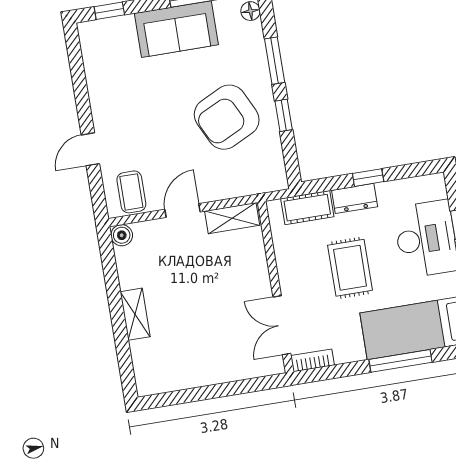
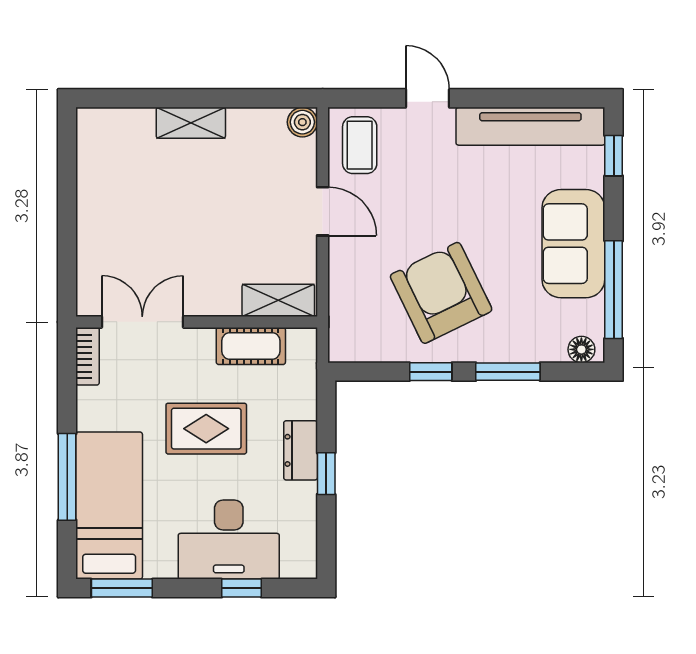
tv unit: (98, 73) -> (530, 126), added
coffee table: (131, 192) -> (360, 145), turned 90
cot: (307, 208) -> (251, 346), moved, turned 90
shelving: (232, 218) -> (278, 300), moved, turned 90

